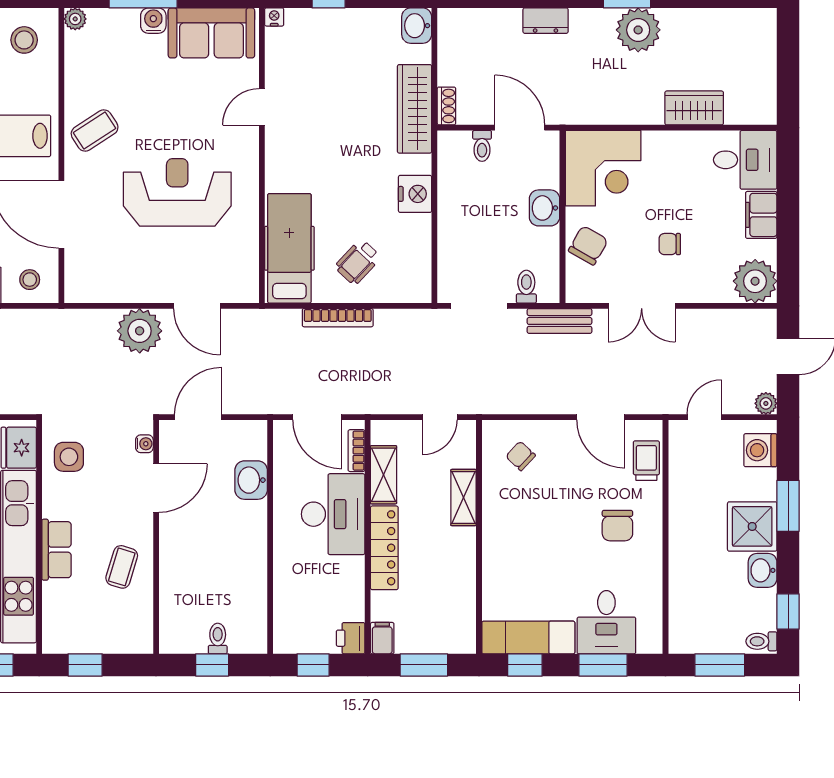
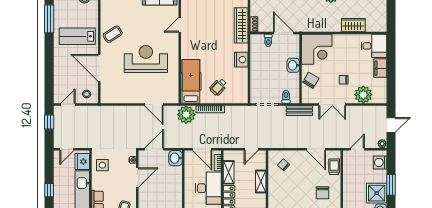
plant: (755, 281) -> (363, 95), moved
plant: (140, 331) -> (186, 115), moved
washbasin: (251, 480) -> (176, 158), moved

